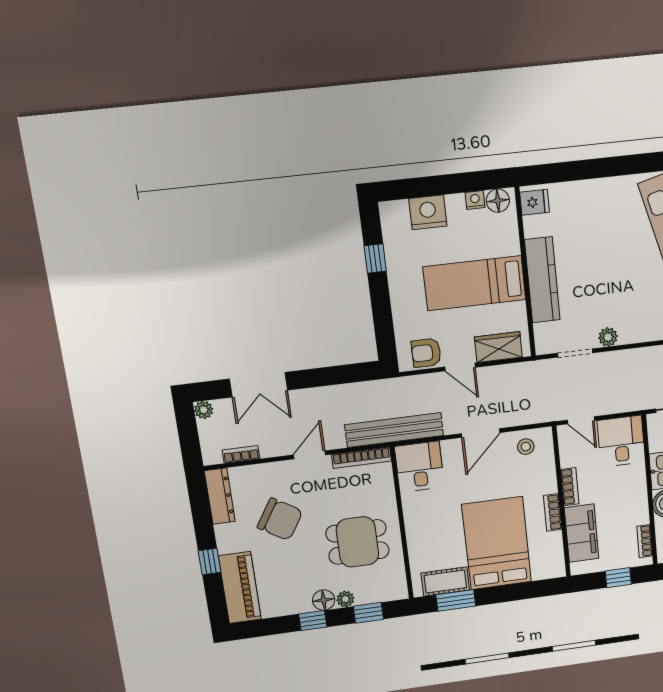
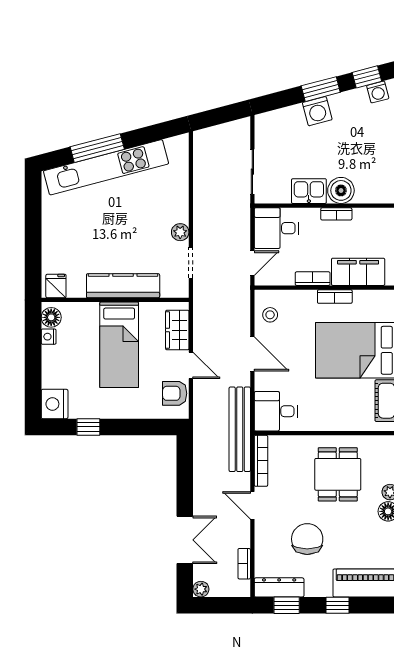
nightstand: (428, 212) -> (55, 404), moved
armchair: (426, 353) -> (175, 393), turned 90
door: (460, 367) -> (191, 365), hinge flipped
window: (200, 507) -> (287, 605), added
chair: (280, 519) -> (307, 539), turned -32
bookcase: (645, 541) -> (336, 214), moved

